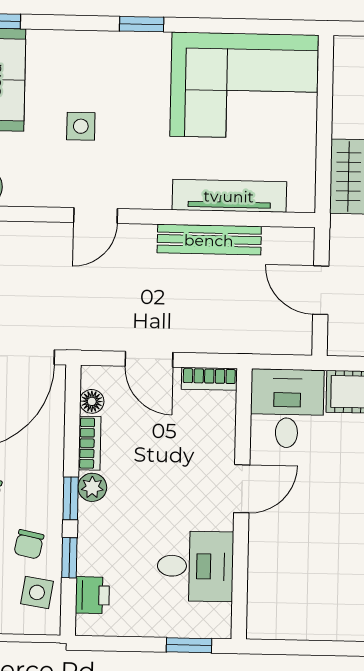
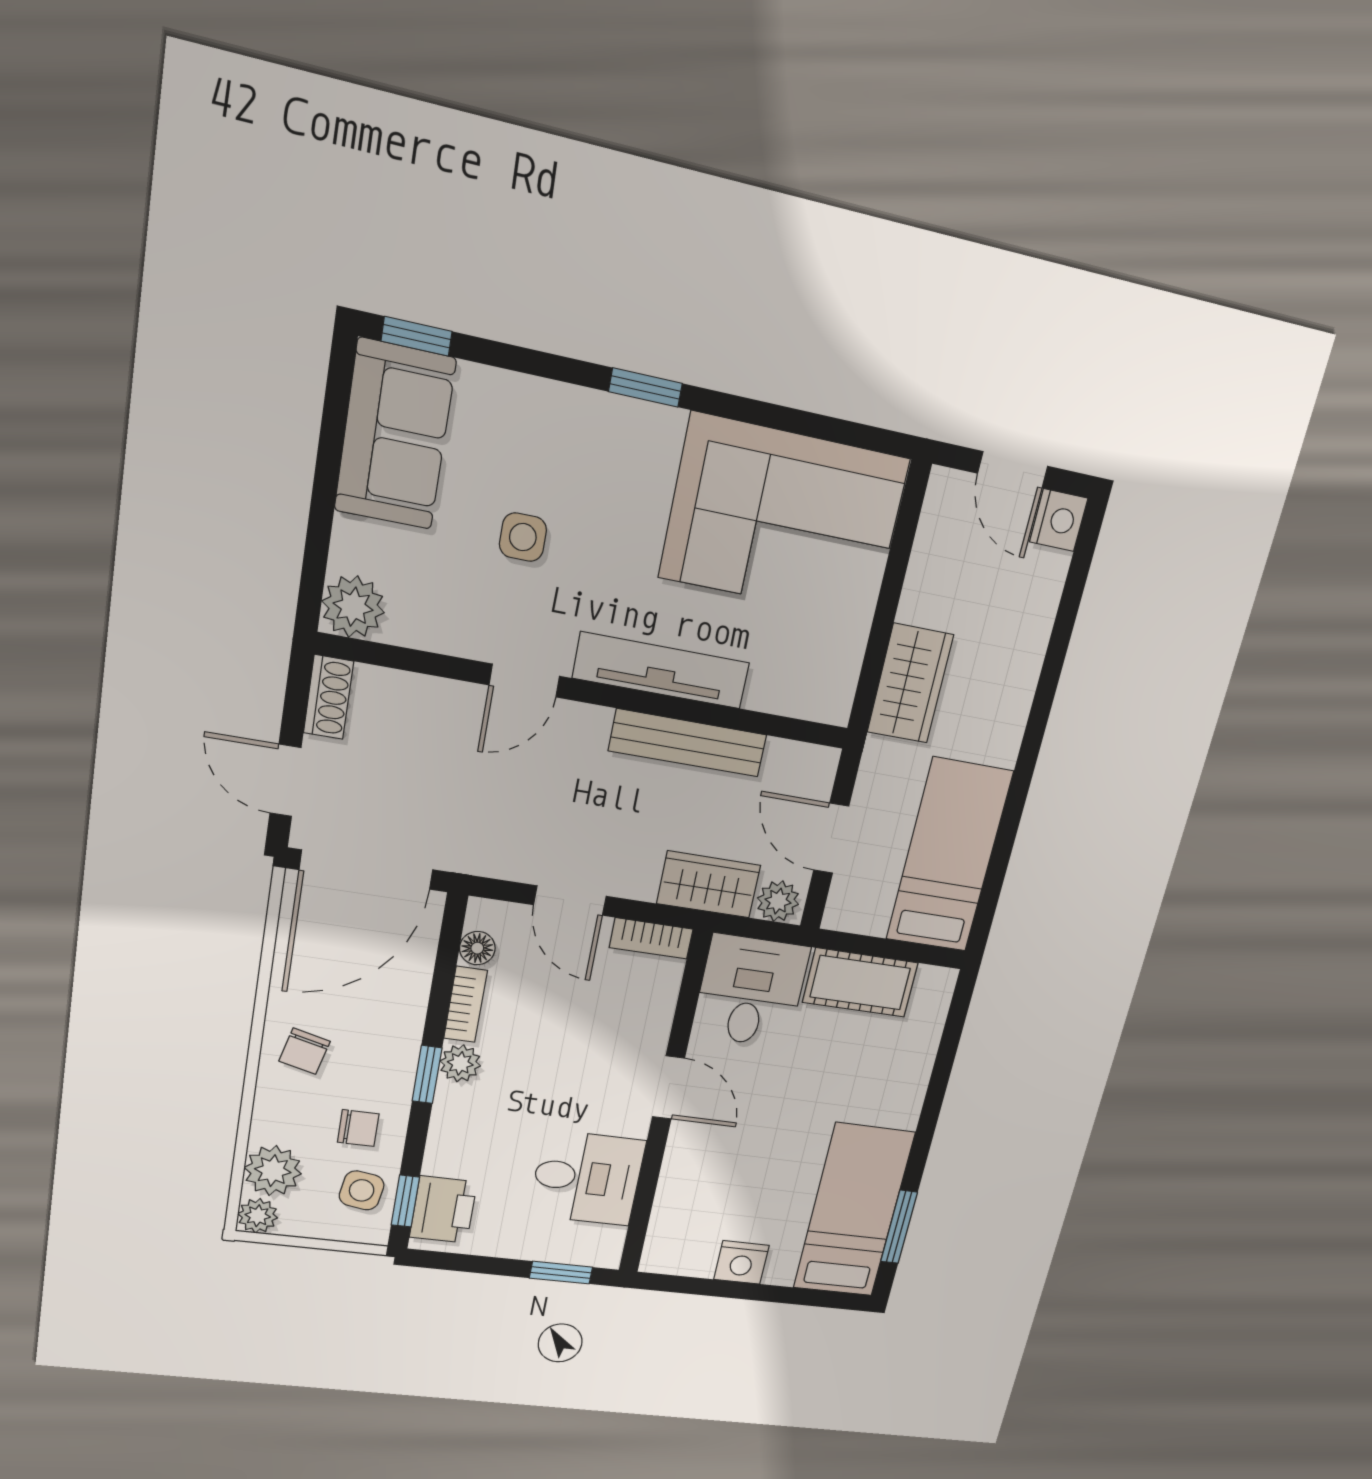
tv unit: (229, 196) -> (661, 670), moved
wardrobe: (242, 335) -> (709, 884), added
plant: (293, 340) -> (778, 901), added
door: (242, 489) -> (668, 1088), hinge flipped
chair: (29, 544) -> (358, 1128), turned -102
window: (69, 558) -> (405, 1201), moved
printer: (92, 595) -> (443, 1210), width x1.36, depth x1.24
nightstand: (323, 624) -> (741, 1262), added

